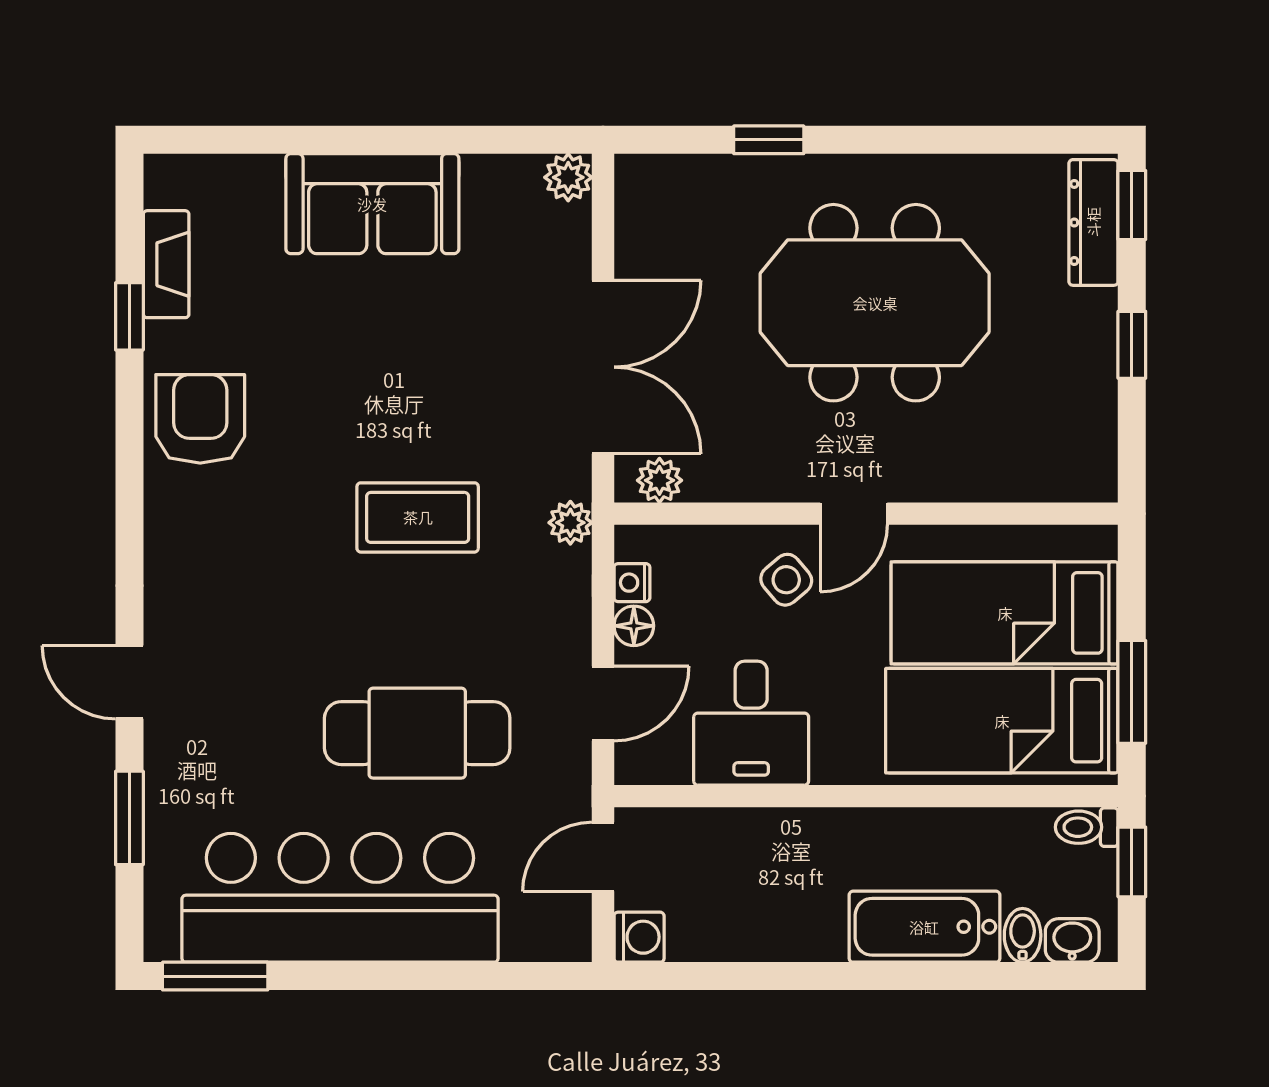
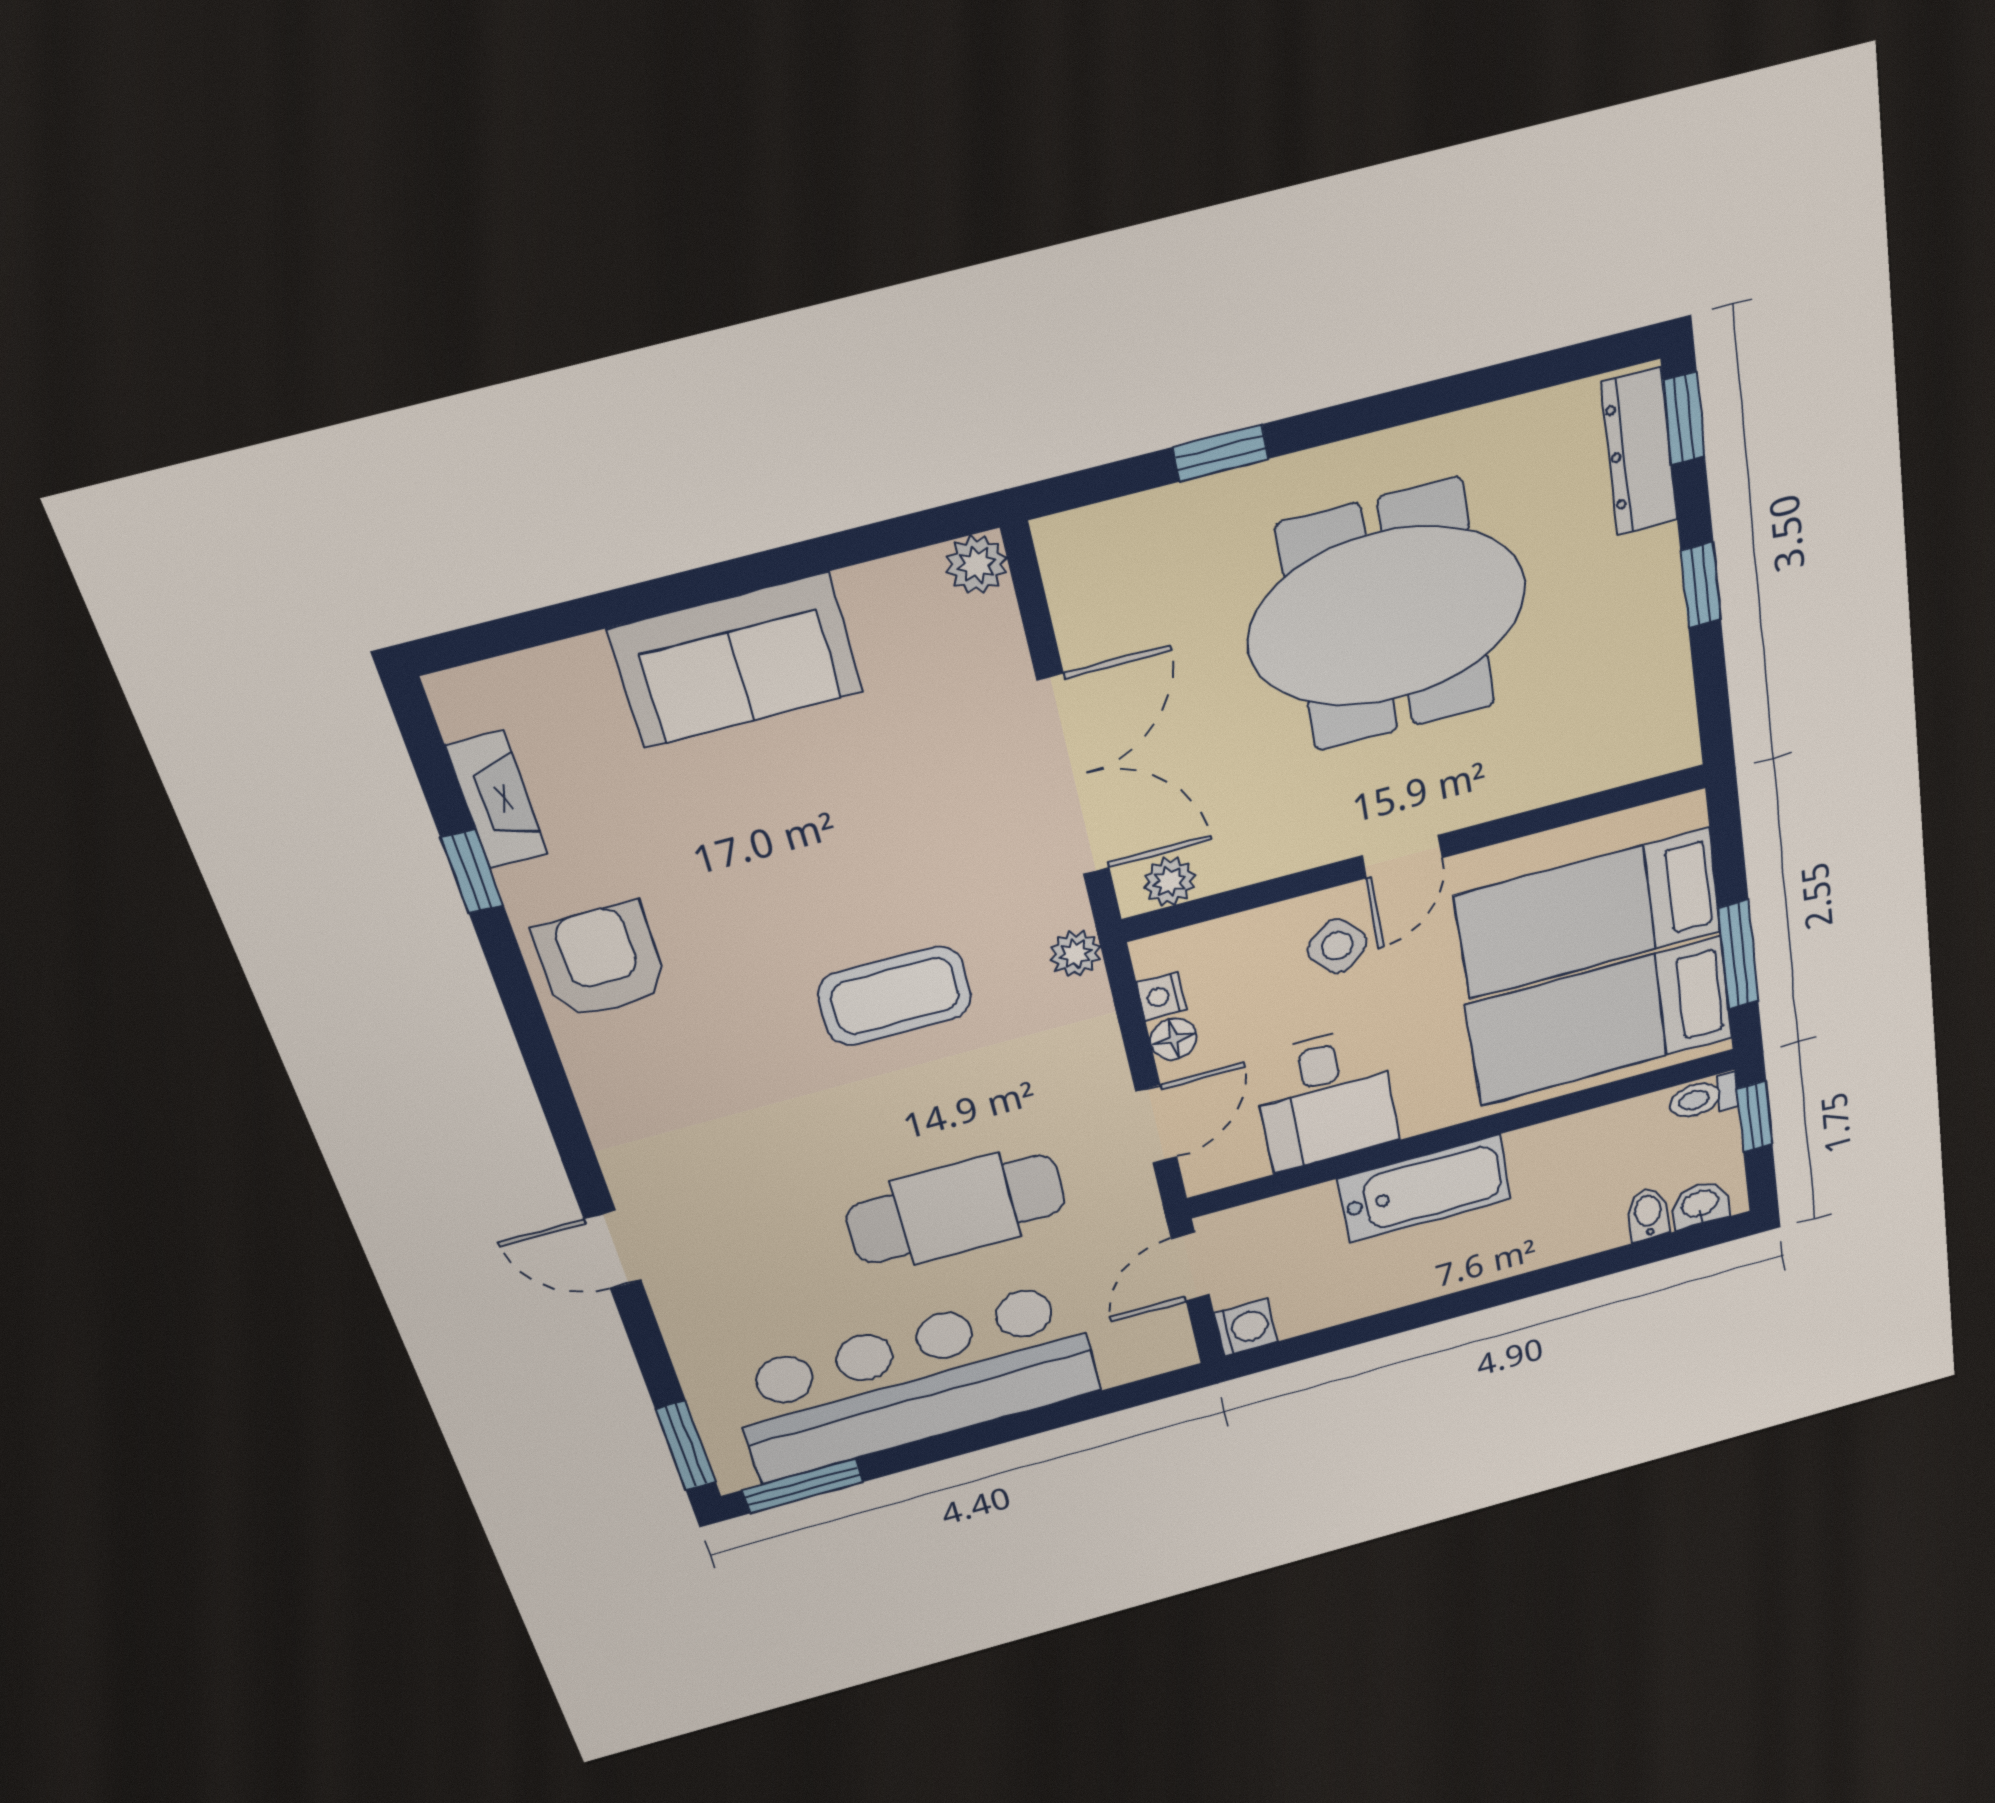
window: (129, 818) -> (686, 1446), moved
bathtub: (924, 927) -> (1424, 1189), moved, turned 180

